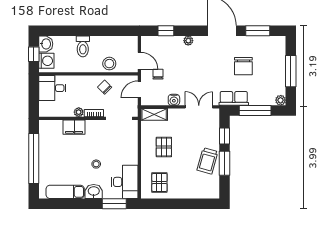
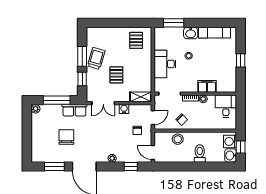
door: (139, 61) -> (153, 152), moved
window: (291, 71) -> (27, 133), removed
desk: (52, 88) -> (226, 106), moved, turned -90
pallet: (164, 147) -> (116, 75), moved
window: (34, 159) -> (241, 60), width x0.32
desk: (125, 182) -> (165, 64), moved

